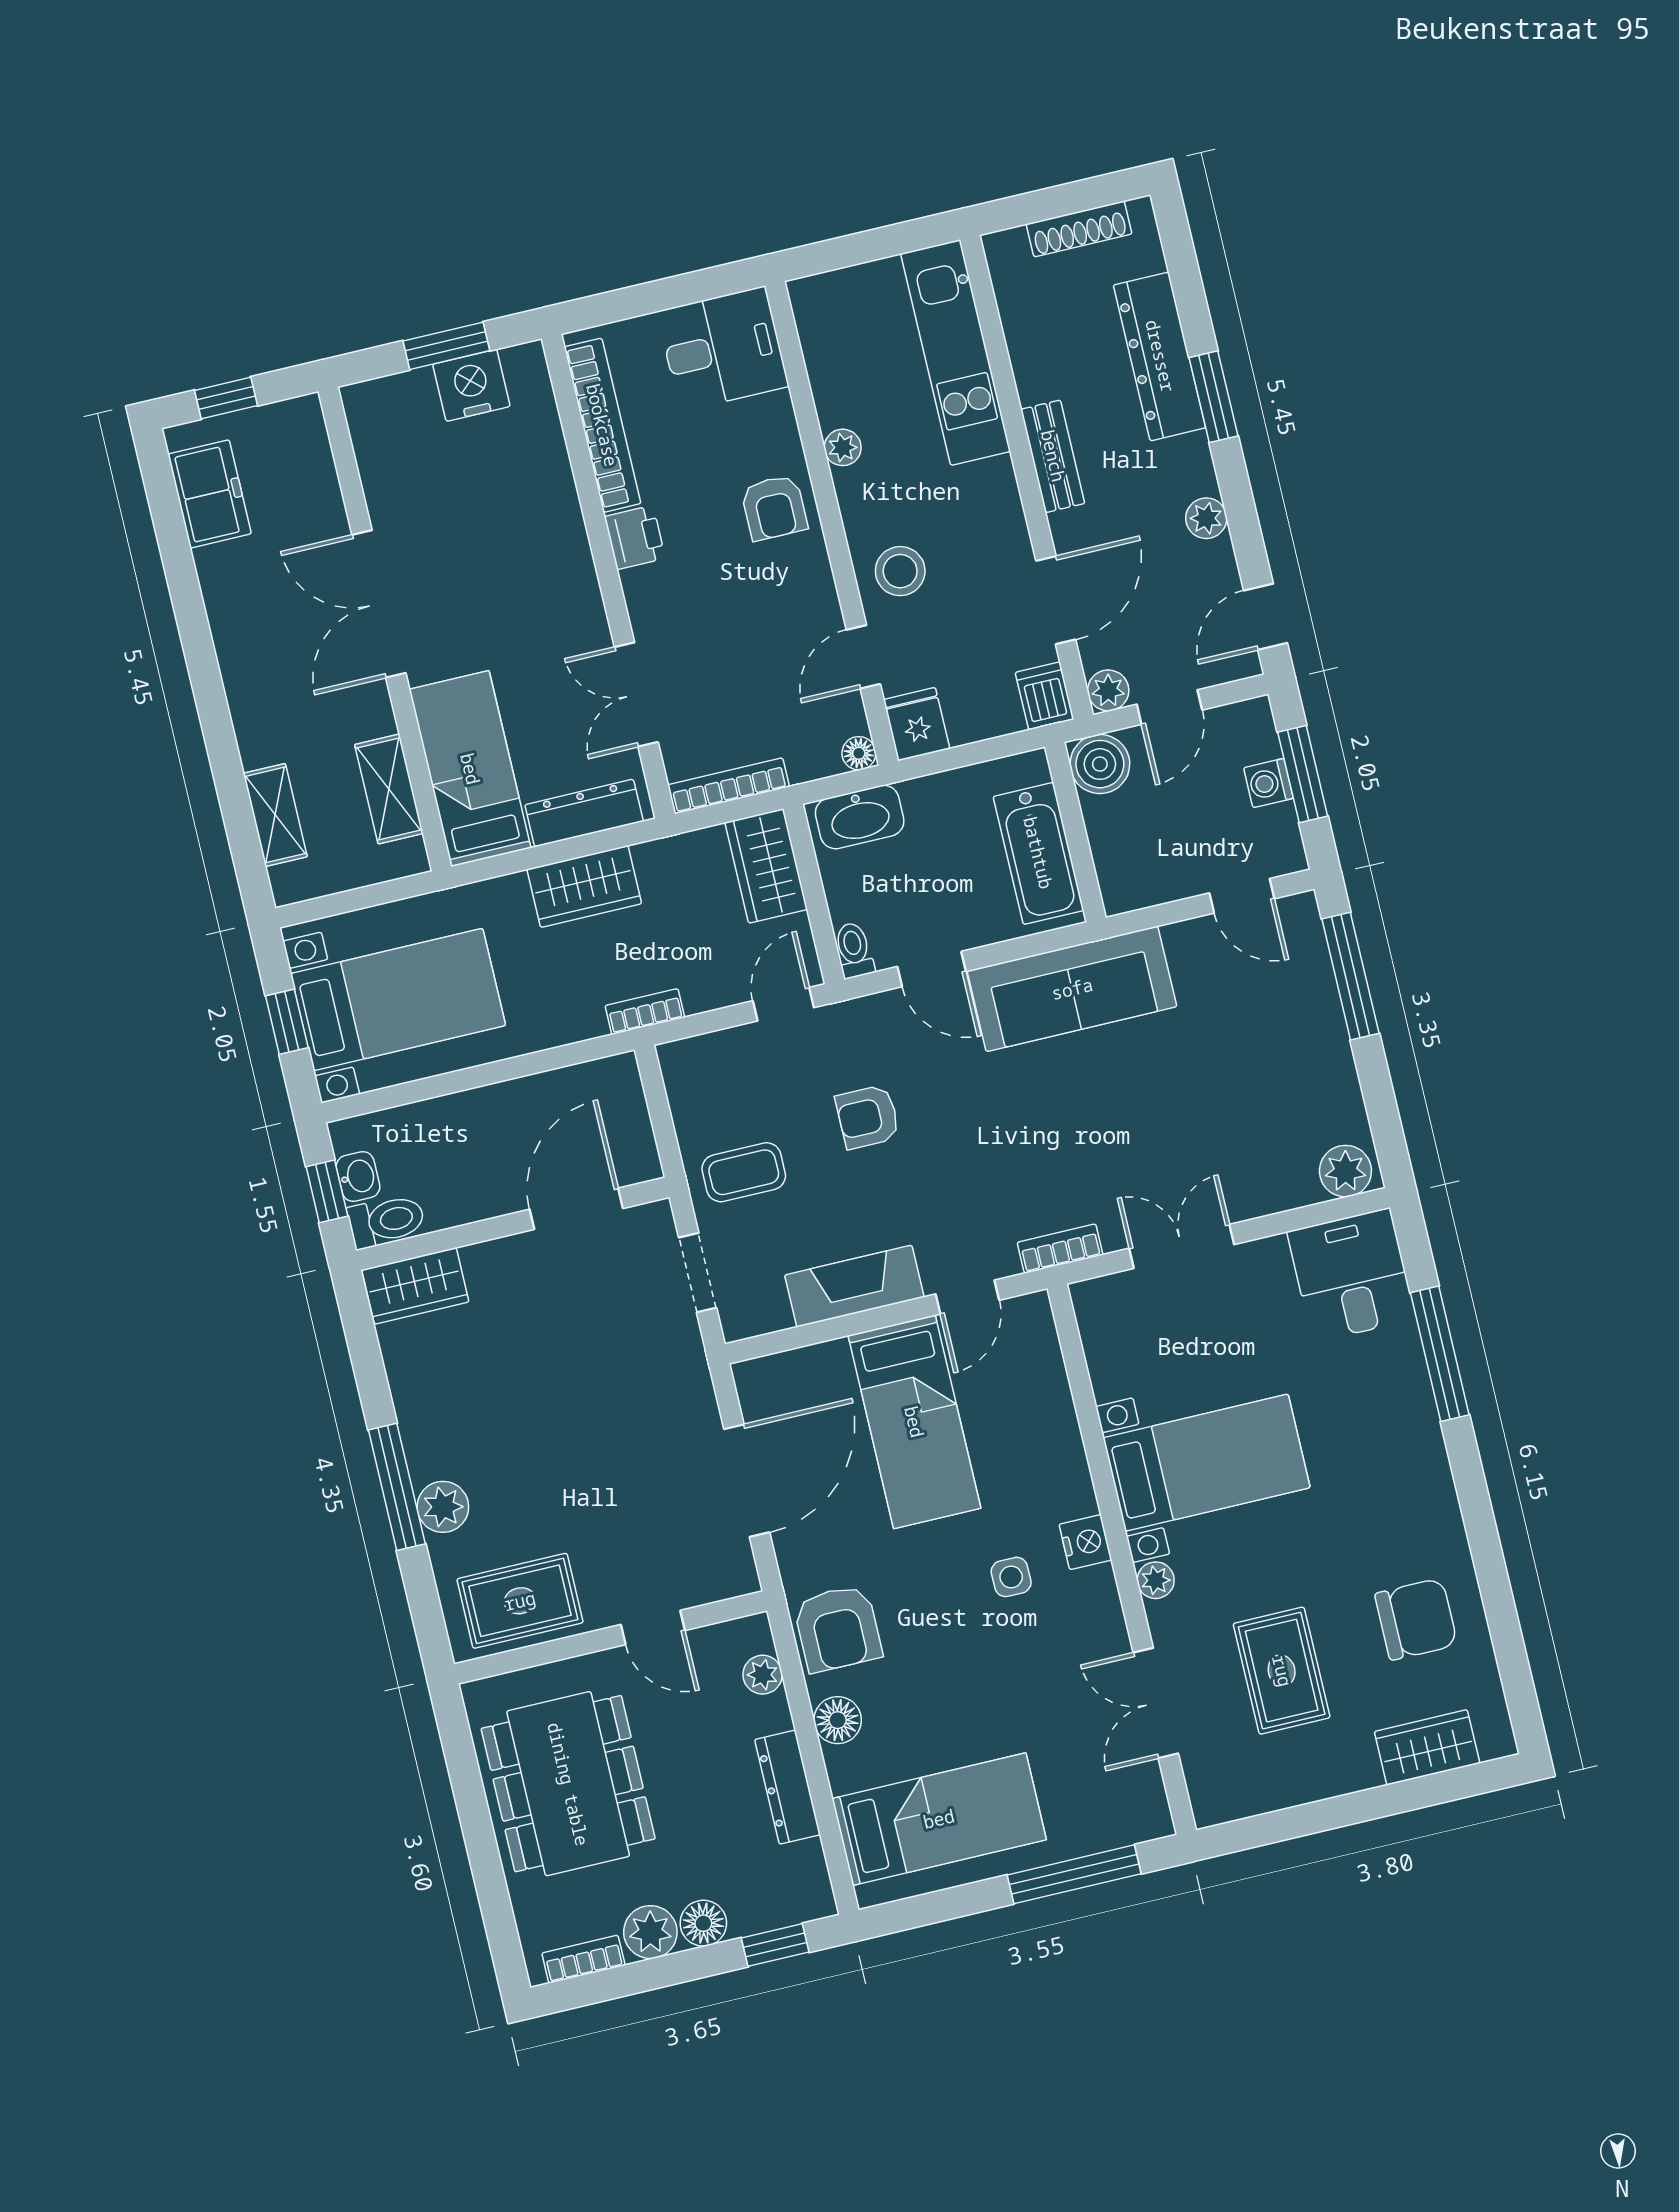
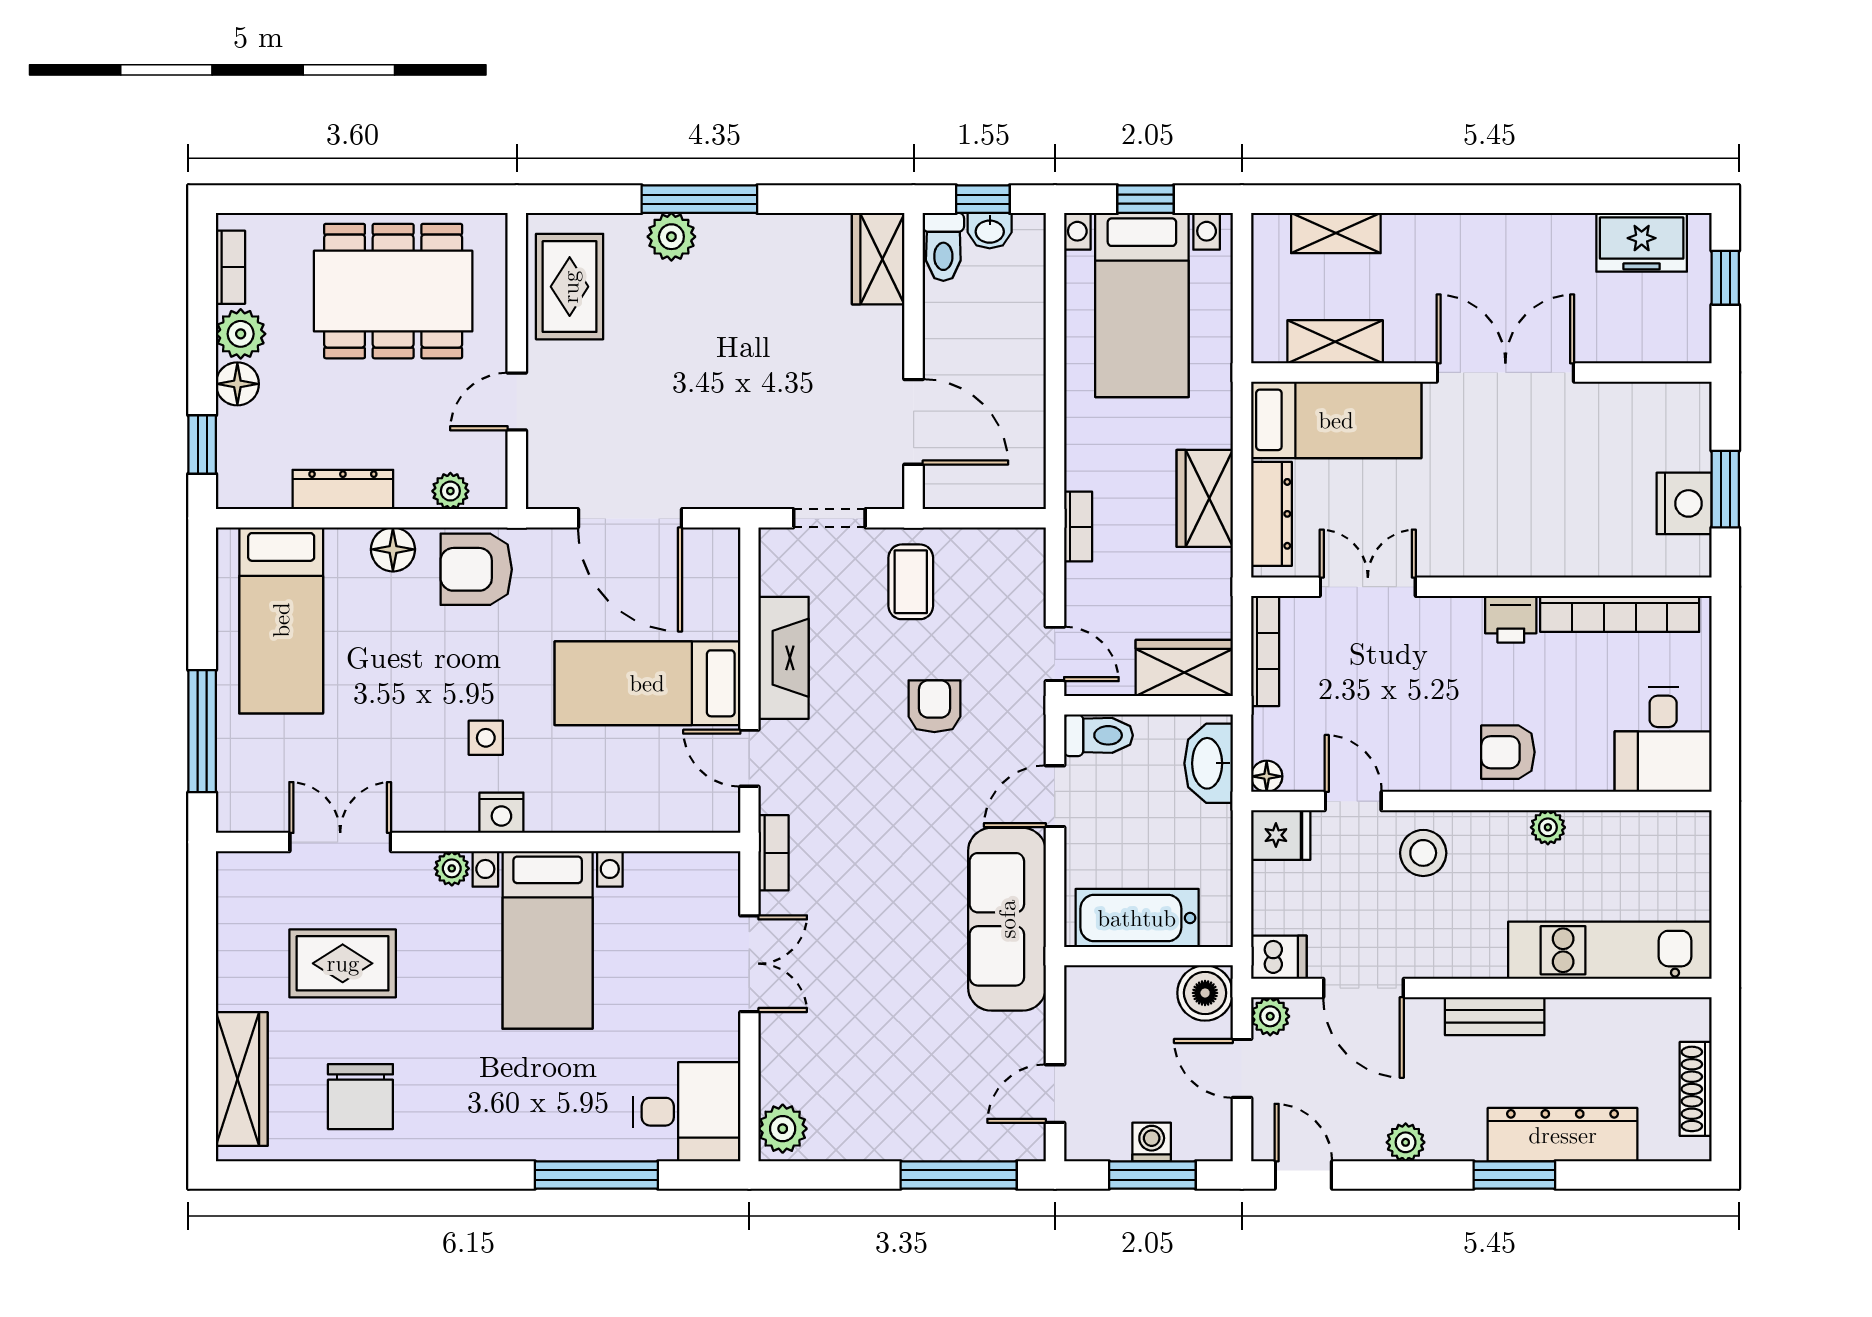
toilet: (854, 950) -> (1098, 735), width x1.37, depth x1.39
wardrobe: (1427, 1747) -> (242, 1079), width x1.50

